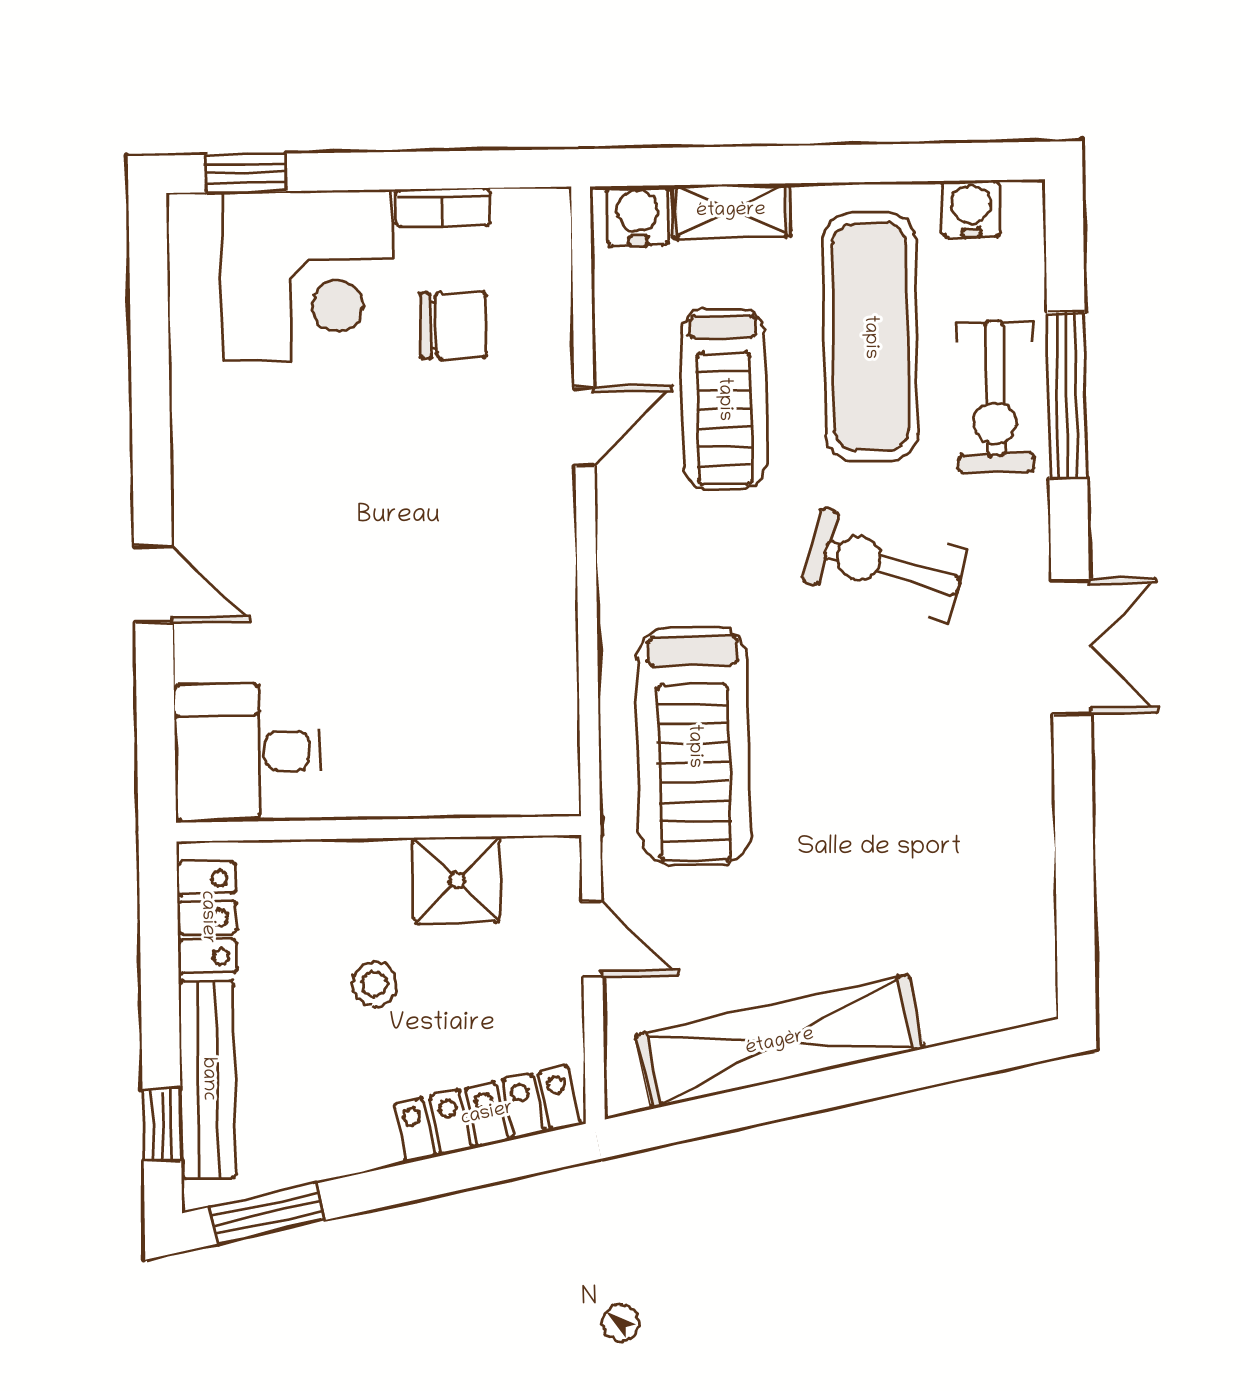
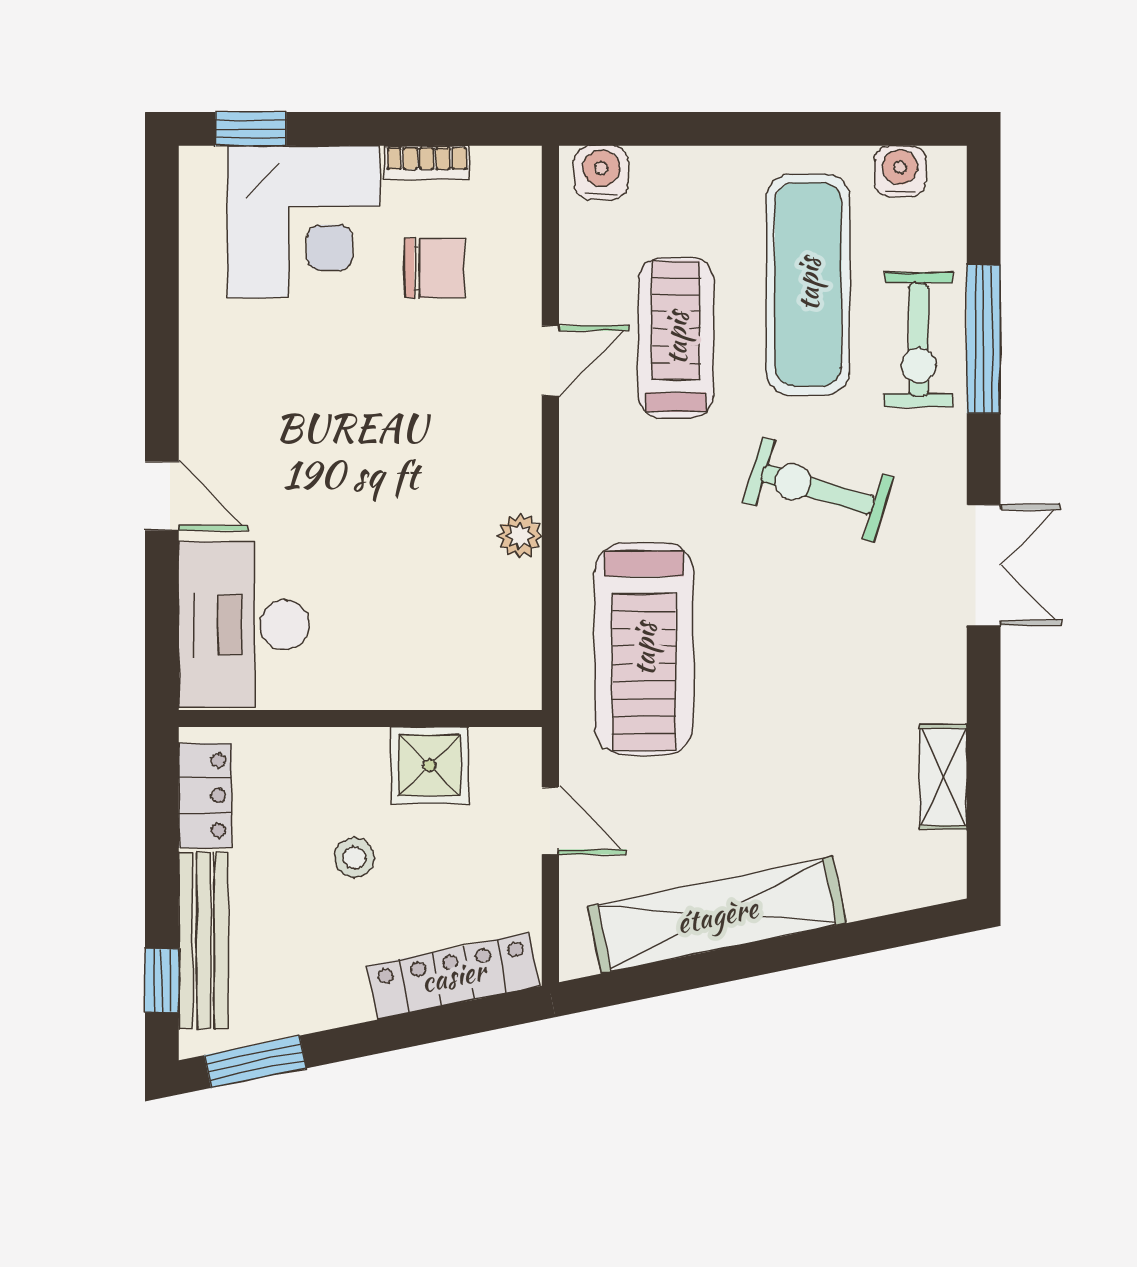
shelving: (731, 211) -> (943, 777), moved, turned 90
treadmill: (724, 399) -> (676, 338), turned 180
plant: (553, 622) -> (520, 536), added
desk: (248, 751) -> (244, 625), width x1.37

